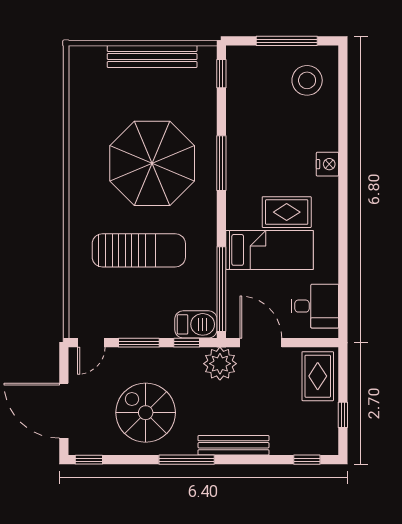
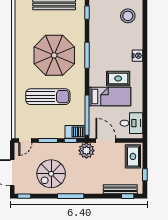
spiral stairs: (146, 413) -> (51, 174), turned -90
bench: (233, 445) -> (120, 189), moved

